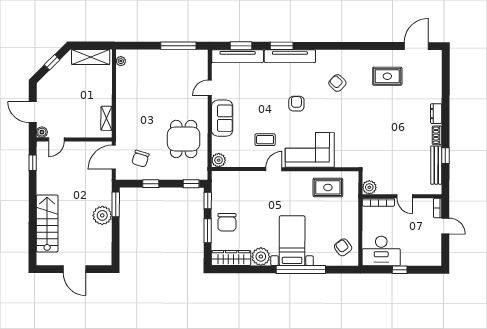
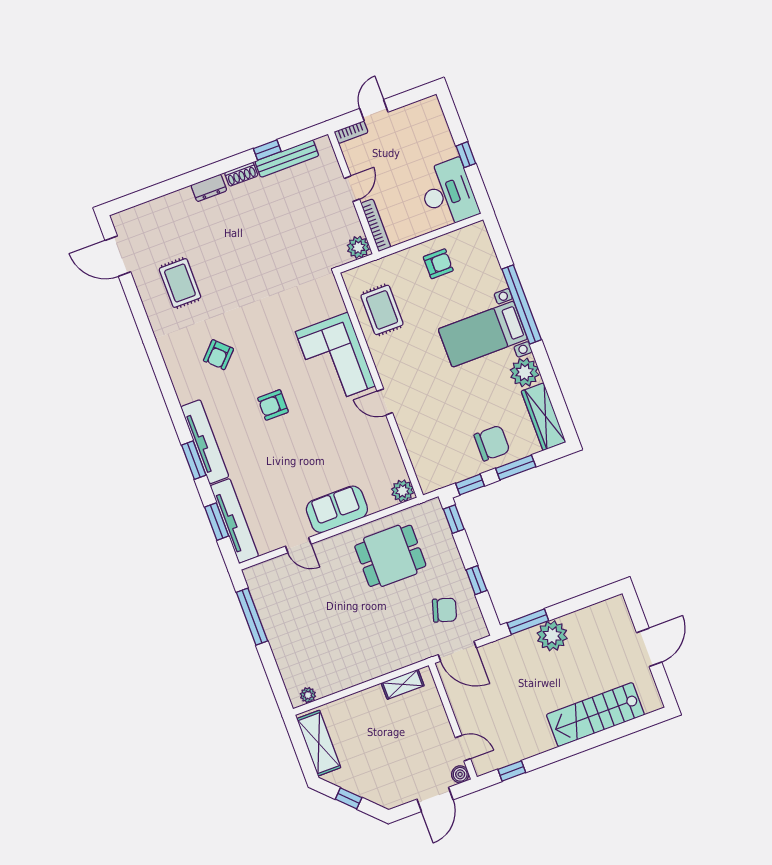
coffee table: (265, 140) -> (345, 432), removed
armchair: (343, 247) -> (438, 264), moved, turned -143

